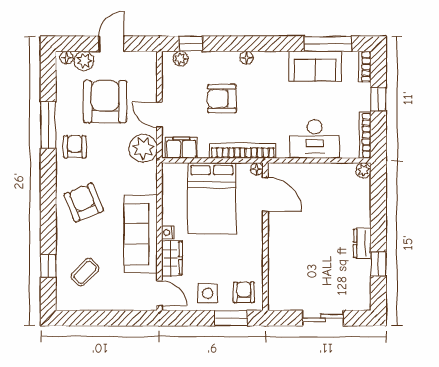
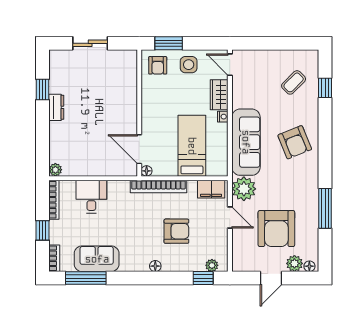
desk: (315, 139) -> (91, 197), width x0.73
armchair: (75, 147) -> (302, 190), removed
bed: (212, 198) -> (192, 146), width x0.67
sofa: (141, 234) -> (246, 142), moved

